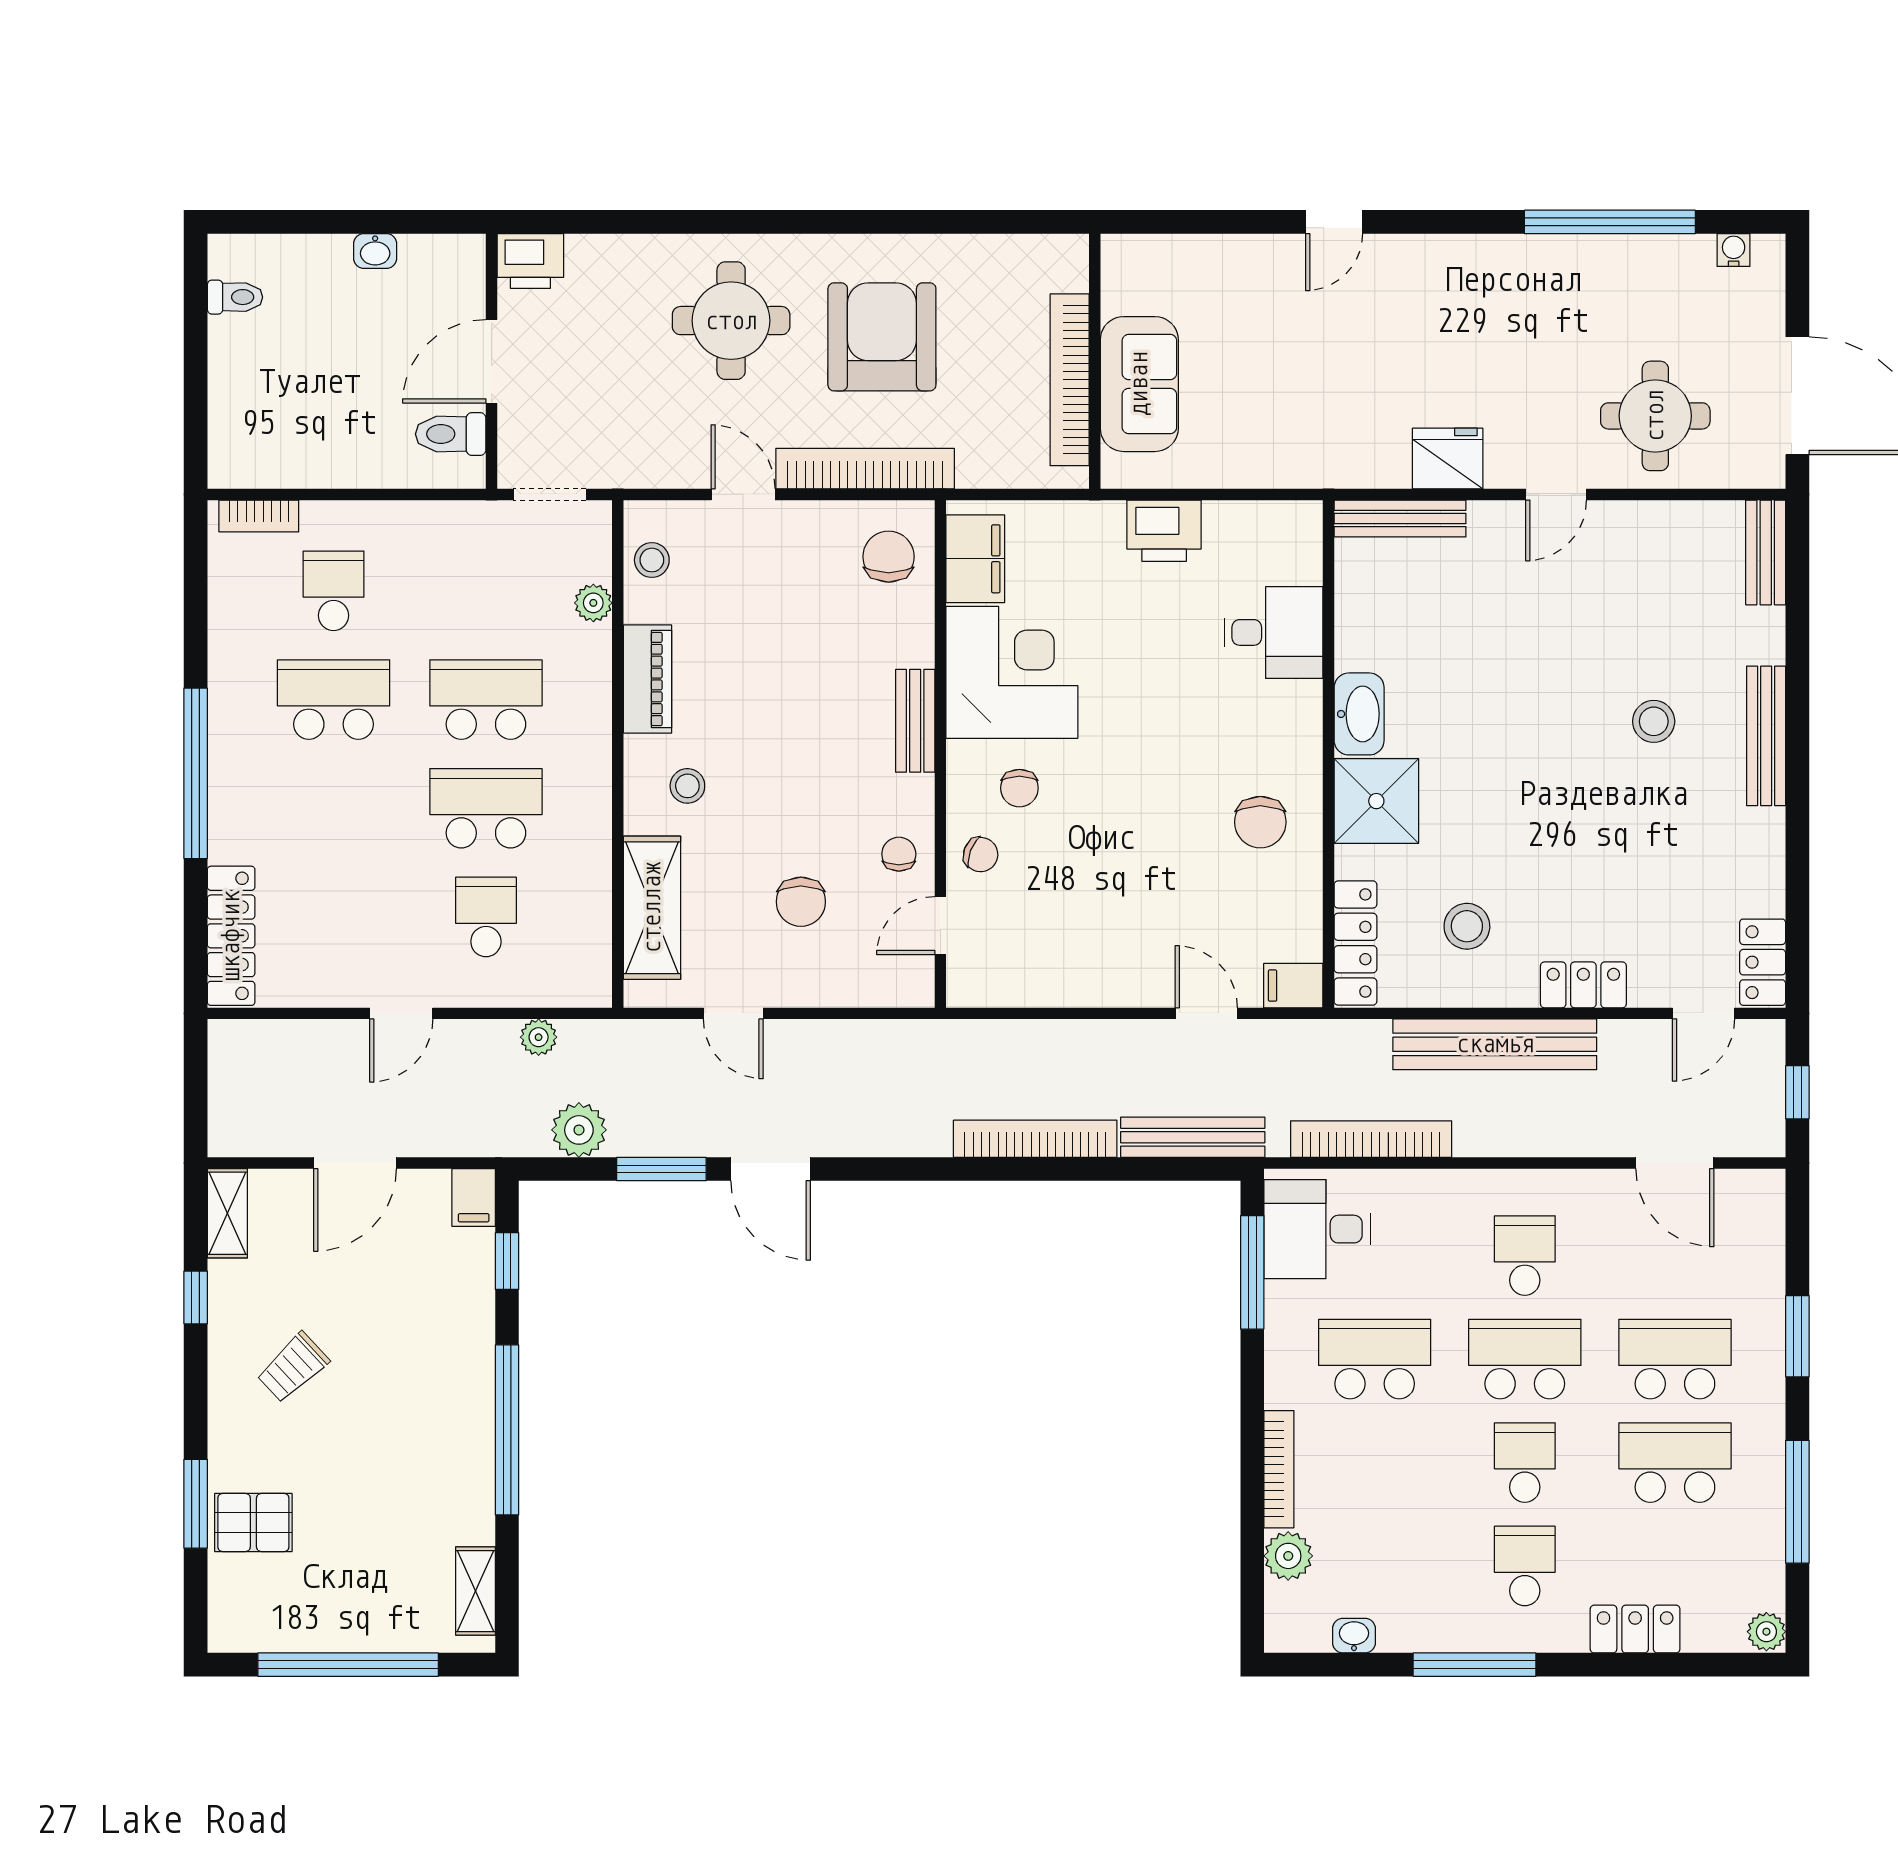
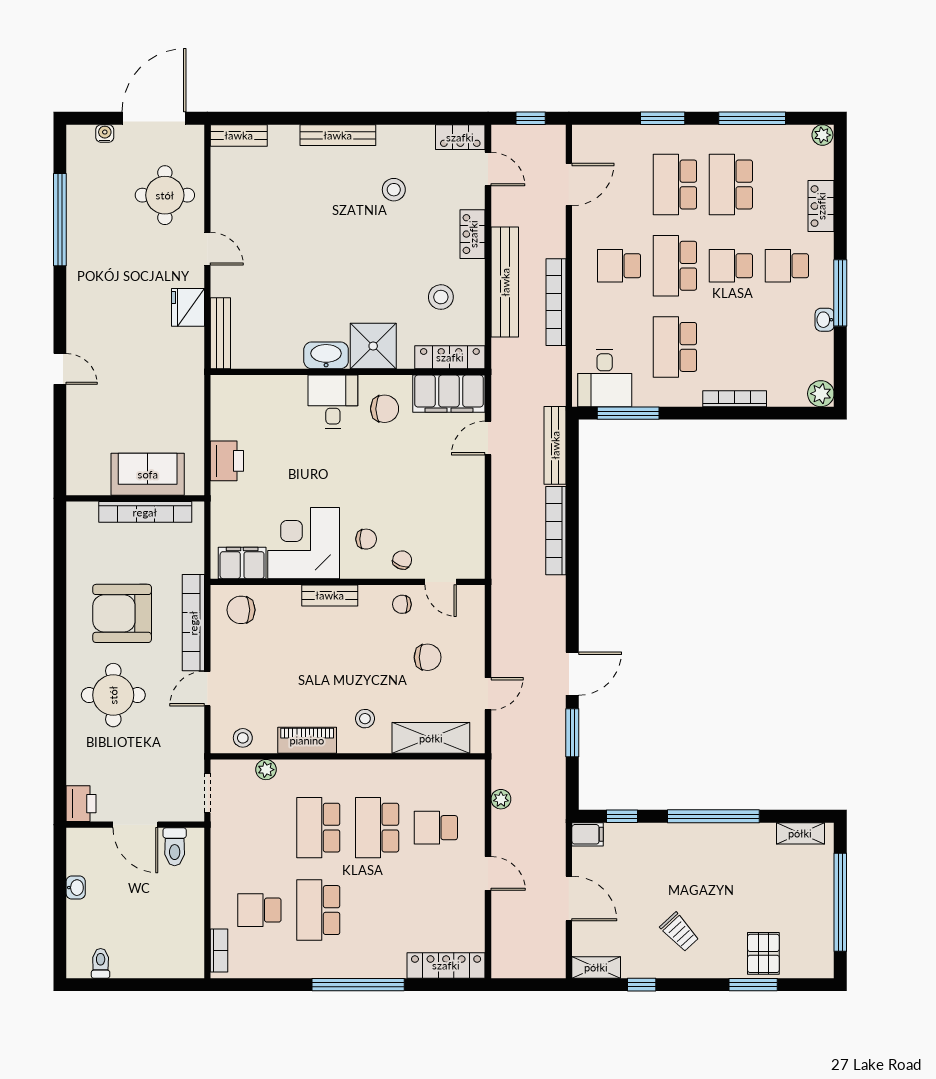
water cooler: (1734, 250) -> (105, 133), moved, turned 90
desk: (1273, 632) -> (333, 402), moved
stool: (1654, 721) -> (394, 190), moved
filing cabinet: (1293, 986) -> (449, 394), width x3.00, depth x1.17
plant: (579, 1130) -> (551, 777), removed
bookcase: (1371, 1139) -> (556, 302), moved
plant: (1288, 1556) -> (821, 394), moved
washbasin: (1354, 1636) -> (825, 320), moved

